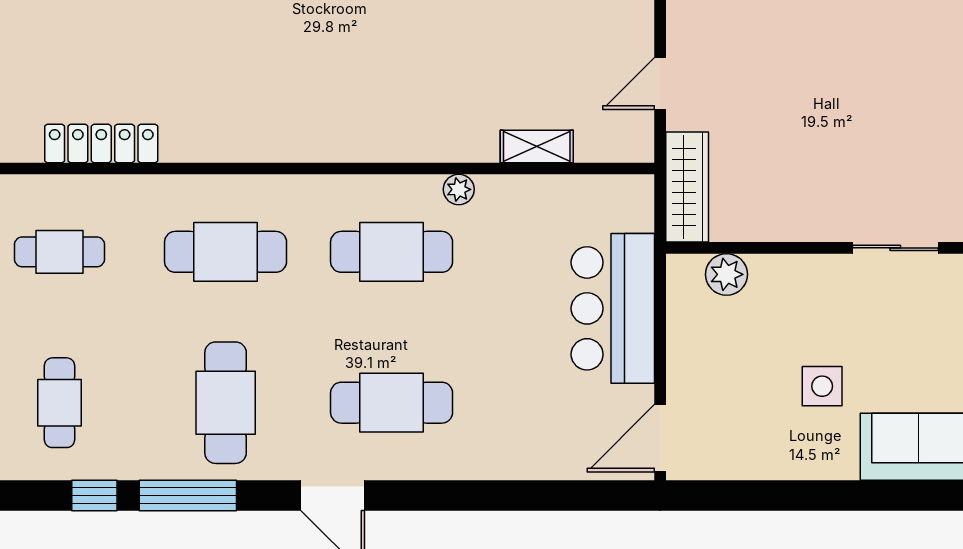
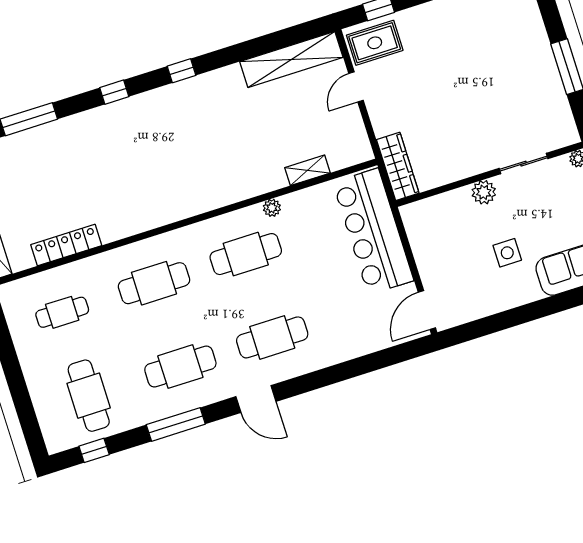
door: (660, 83) -> (356, 87), moved
plant: (727, 274) -> (484, 192), moved
bar counter: (613, 308) -> (373, 231), width x1.36
cafe table: (59, 403) -> (89, 396), width x1.37, depth x1.35
cafe table: (226, 403) -> (180, 367), turned 90
window: (94, 496) -> (94, 450), moved

